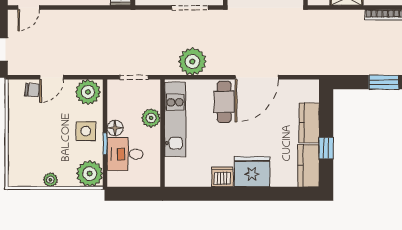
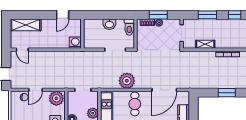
door: (28, 8) -> (22, 50), hinge flipped
plant: (192, 62) -> (127, 81), moved
door: (257, 77) -> (164, 90), moved

